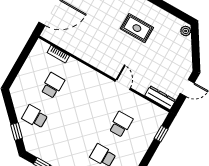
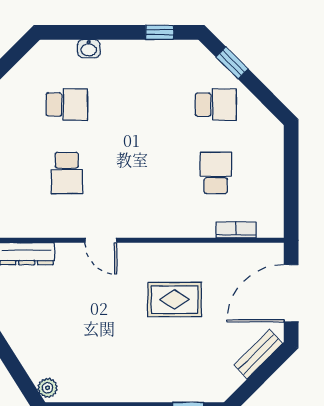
rug: (137, 28) -> (175, 300), moved
school desk: (53, 85) -> (216, 173), turned 180

